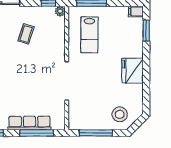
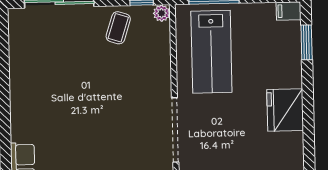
coffee table: (26, 34) -> (118, 28), moved
lab bench: (89, 35) -> (211, 52), width x1.36, depth x1.39

